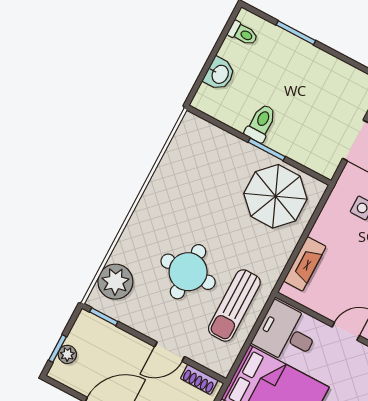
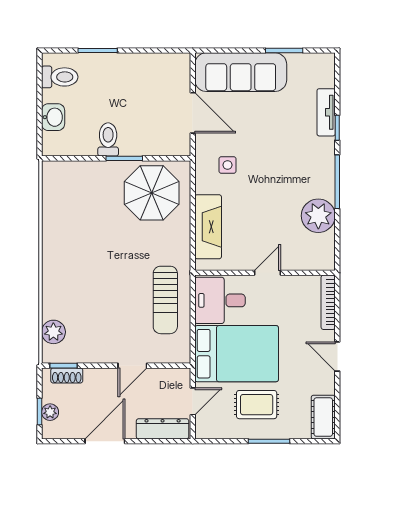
toilet: (243, 33) -> (60, 77), width x1.37, depth x1.39
fireplace: (305, 264) -> (208, 227), width x1.37, depth x1.32
round table: (188, 272) -> (113, 292), removed
plant: (115, 282) -> (53, 332), width x0.73, depth x0.73
shoe rack: (199, 379) -> (67, 375), moved

